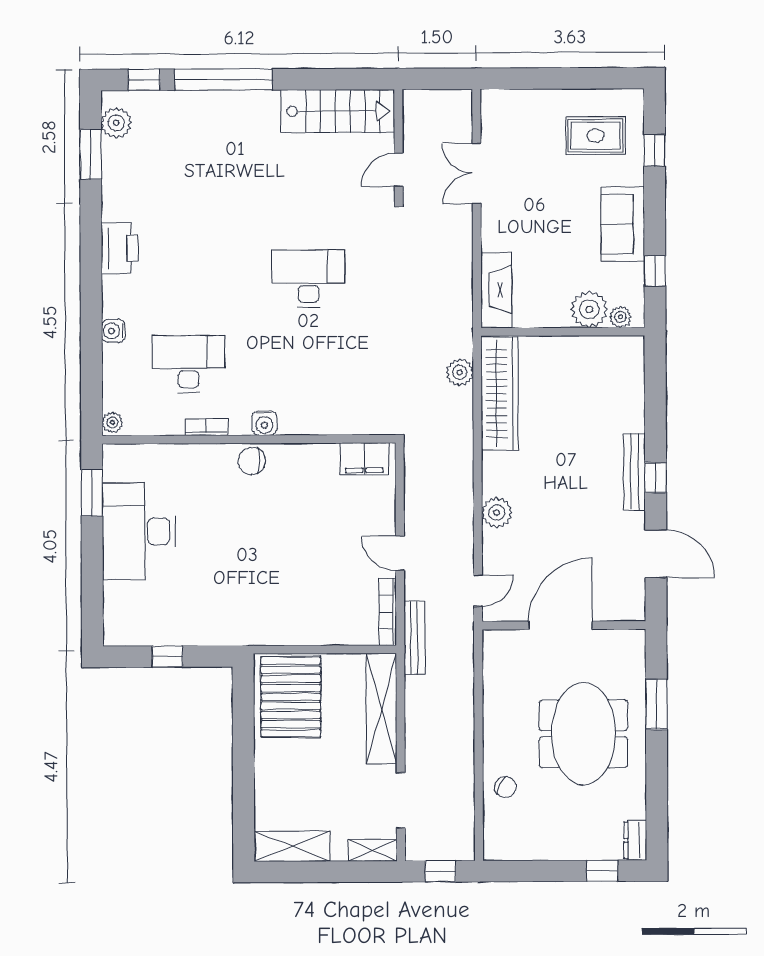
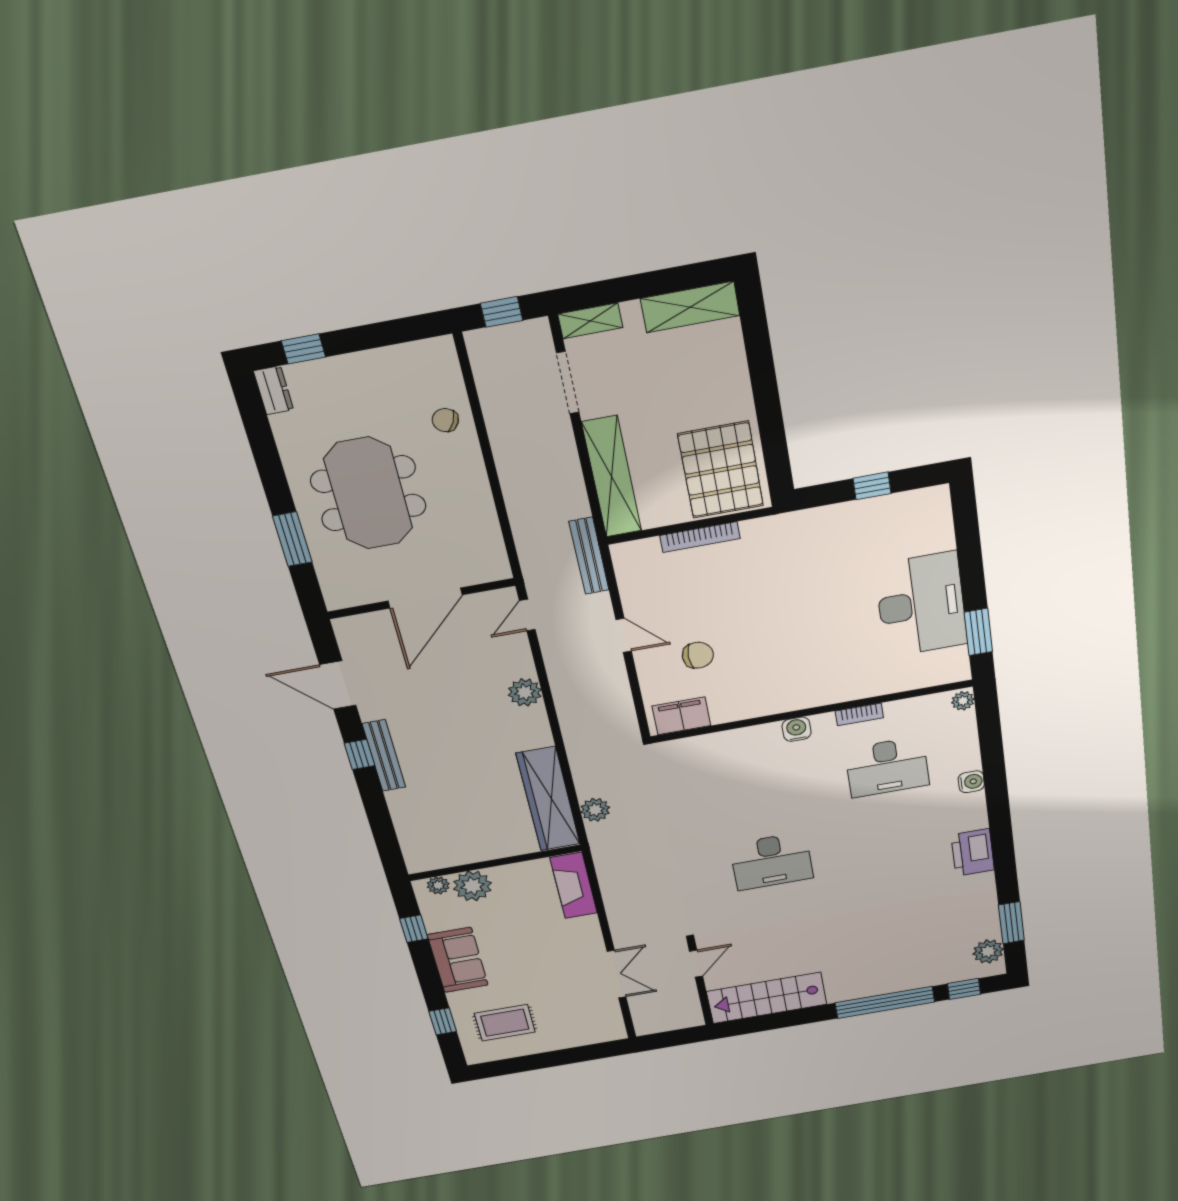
chair: (252, 461) -> (698, 655), moved
bookcase: (388, 612) -> (700, 537), moved, turned 90

